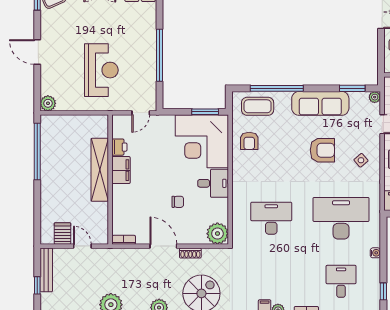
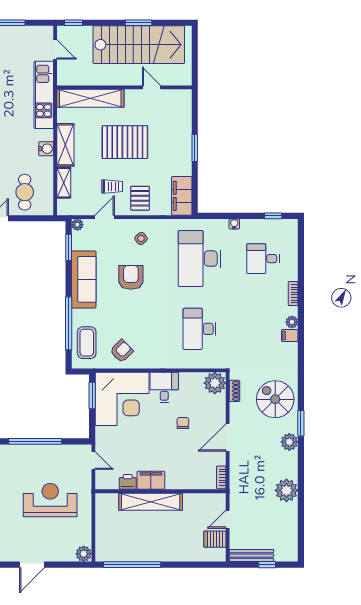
armchair: (249, 141) -> (122, 351), turned -45
shoe rack: (190, 253) -> (235, 391), moved

